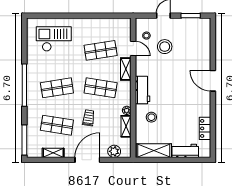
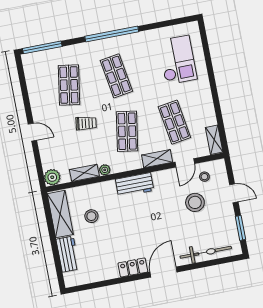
bicycle: (204, 46) -> (206, 252), added
stool: (151, 117) -> (91, 216), moved
locker: (205, 128) -> (133, 267), moved
plant: (114, 151) -> (52, 177), moved
shelving: (53, 153) -> (214, 140), moved
door: (87, 160) -> (32, 132), width x0.53

